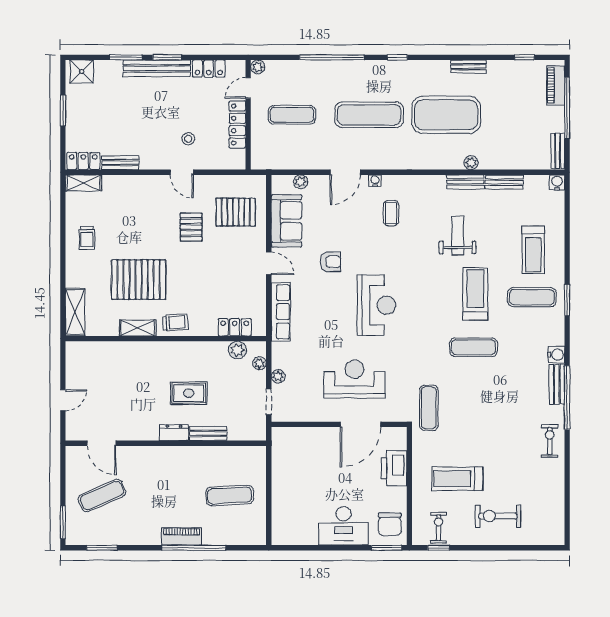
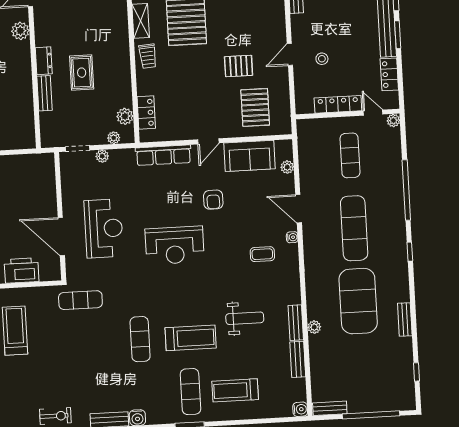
piano: (556, 85) -> (392, 403), removed
plant: (141, 455) -> (20, 31), added

